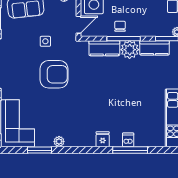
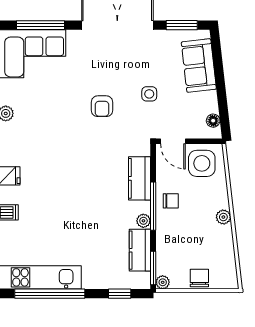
plant: (130, 50) -> (143, 221), width x0.53, depth x0.53
armchair: (54, 74) -> (102, 106), width x0.53, depth x0.53

